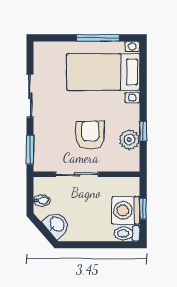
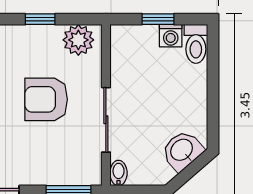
plant: (129, 140) -> (78, 40), moved
bidet: (42, 201) -> (119, 173), moved
washing machine: (126, 210) -> (171, 36), width x0.53, depth x0.53

